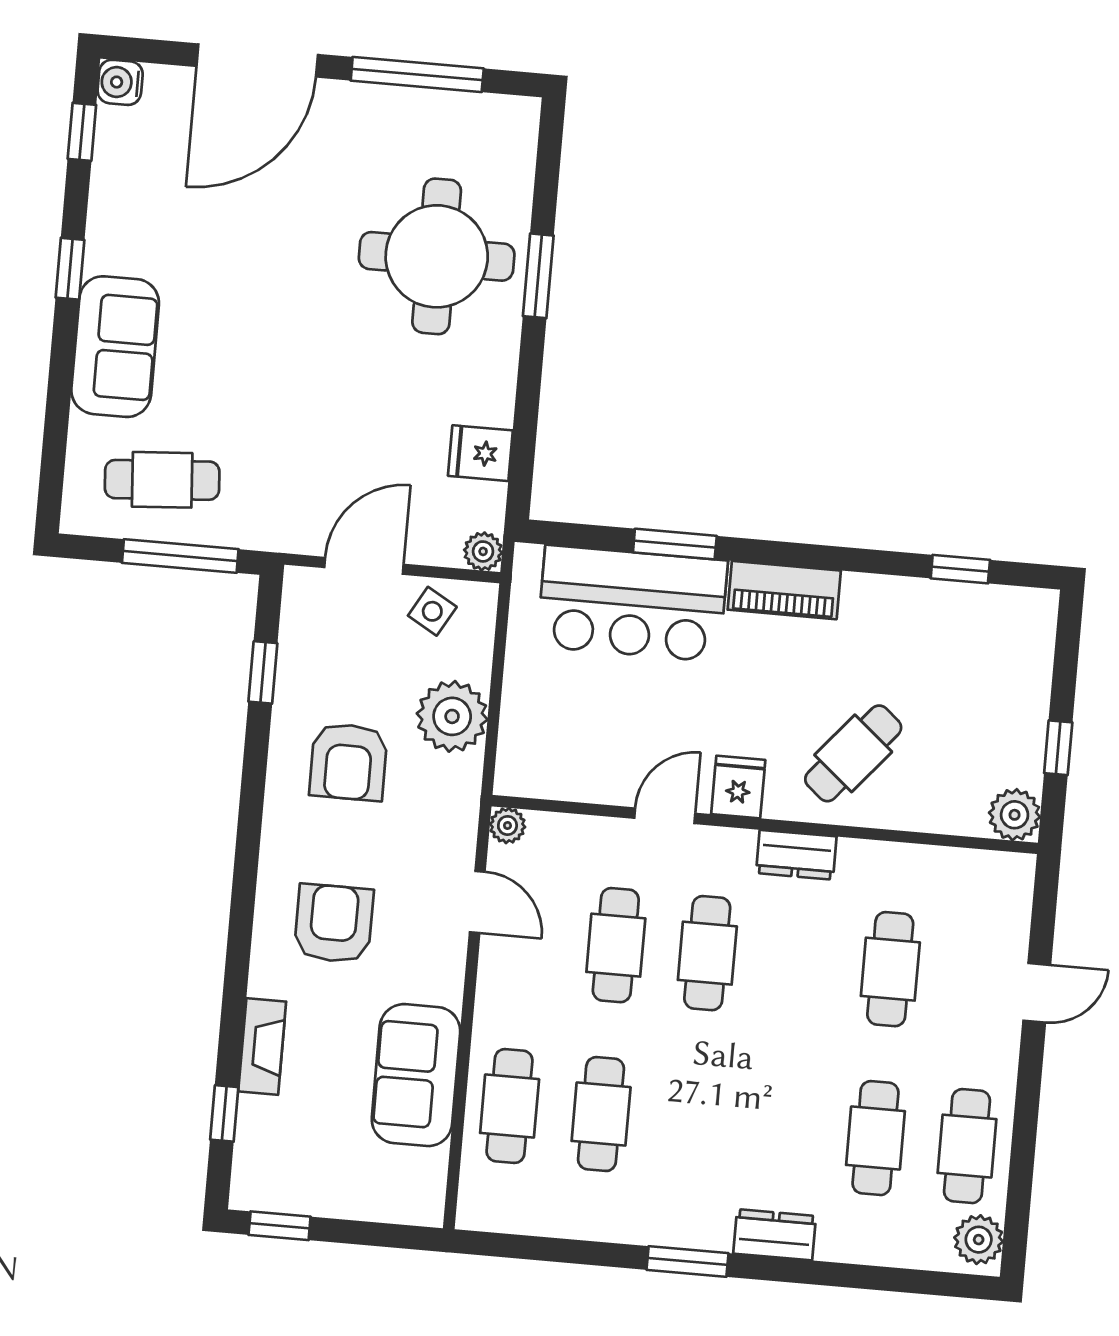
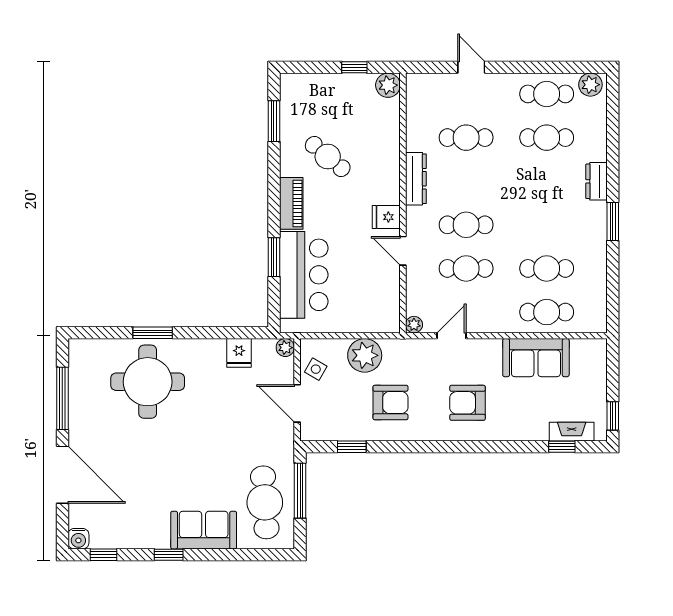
cafe table: (162, 480) -> (265, 502), width x1.37, depth x1.35
window: (960, 569) -> (274, 121), width x1.50
cafe table: (853, 753) -> (328, 156), moved
dresser: (796, 855) -> (416, 179), width x1.44
fireplace: (262, 1046) -> (572, 432), moved

